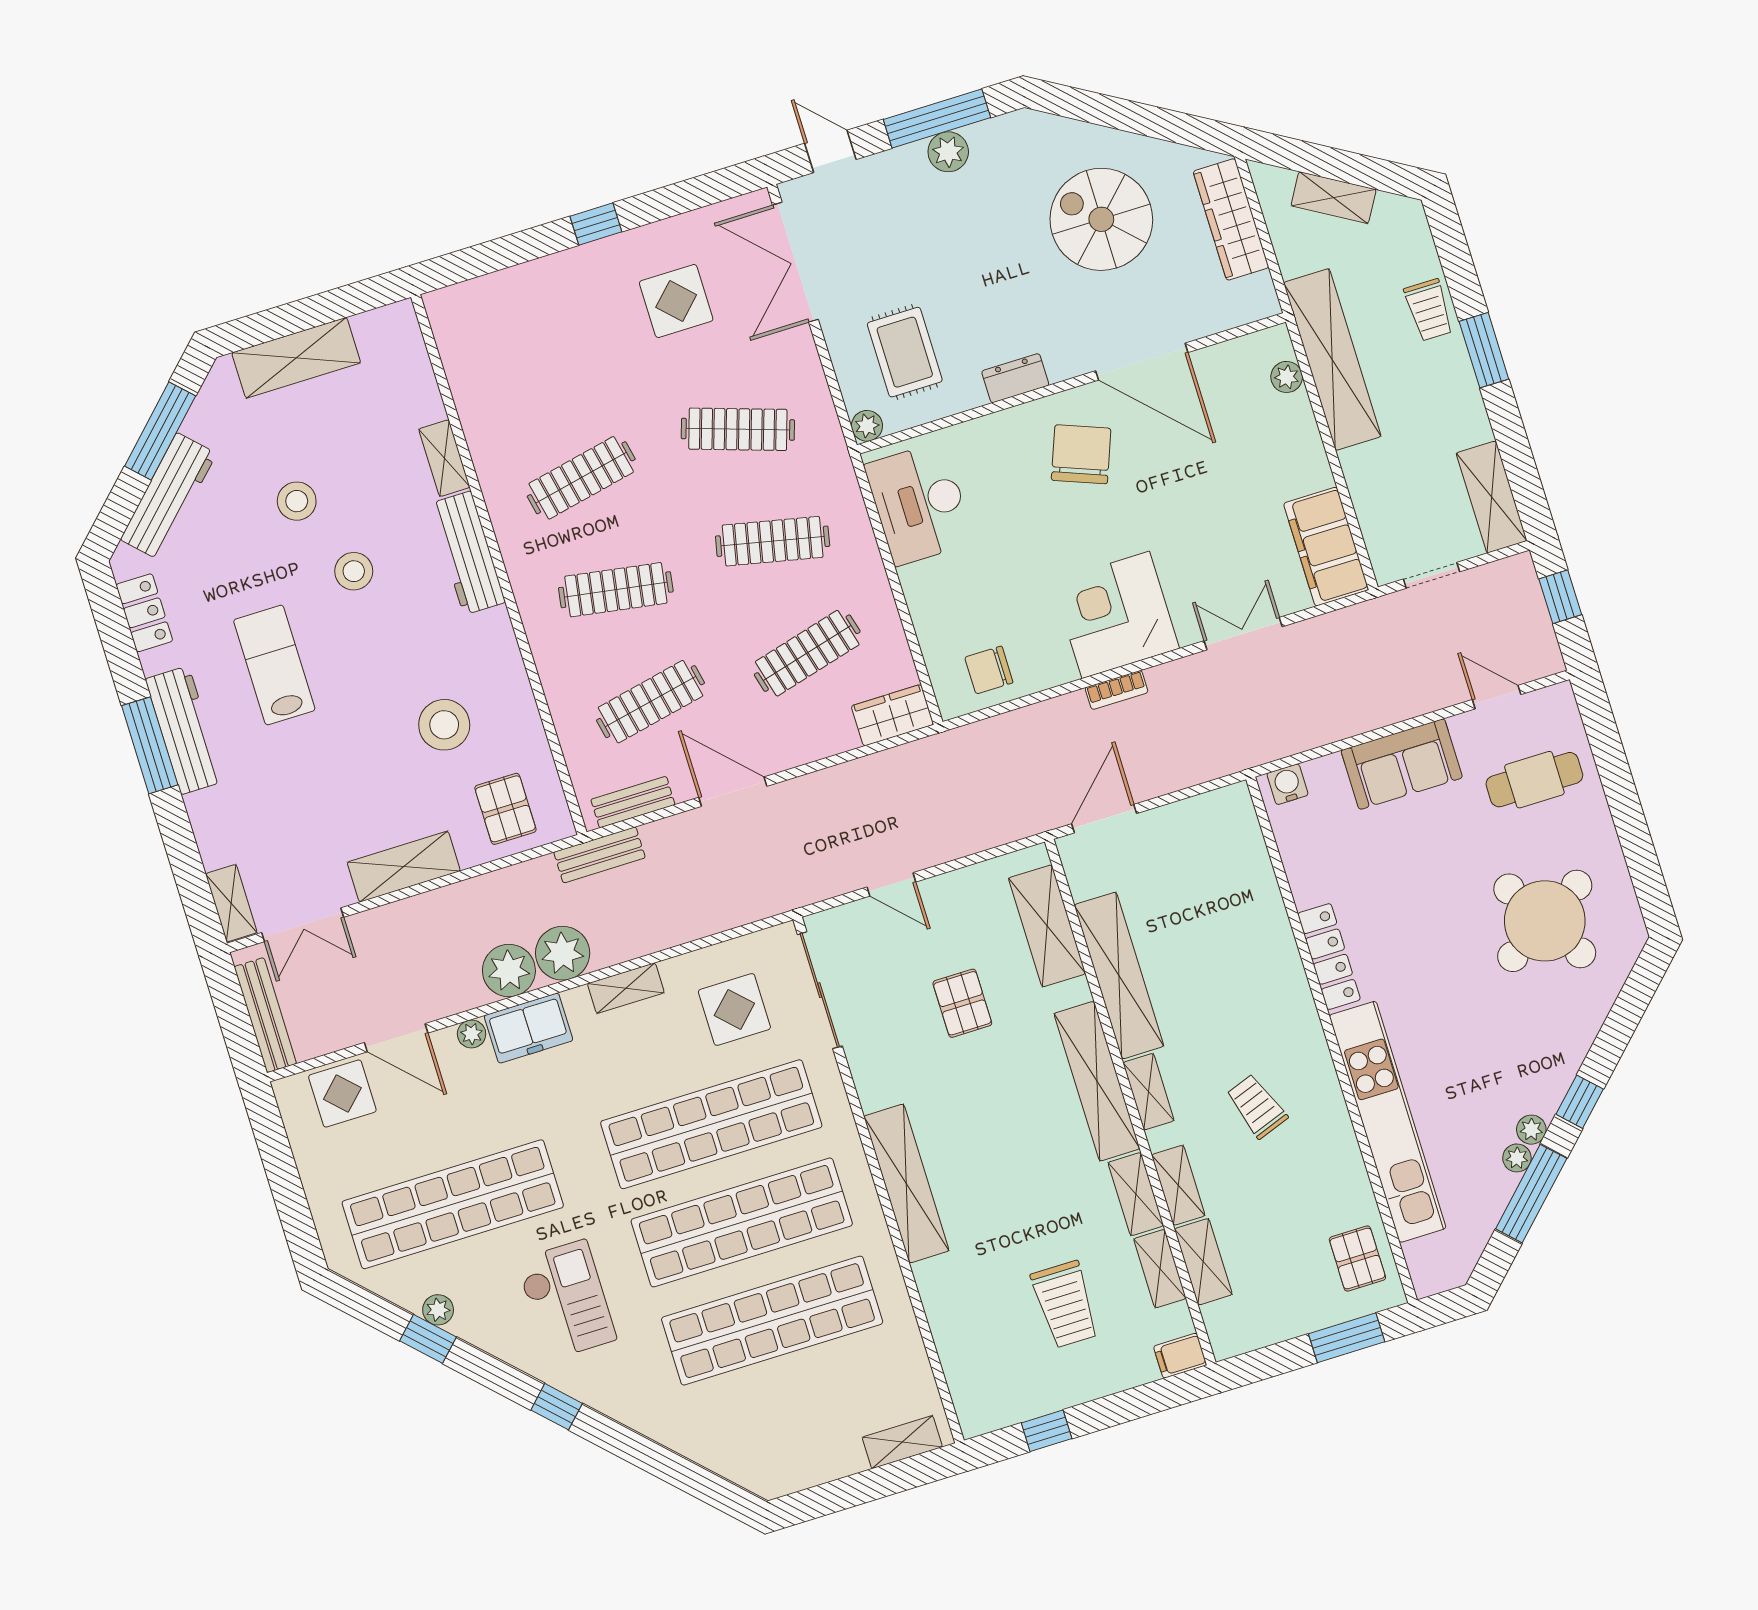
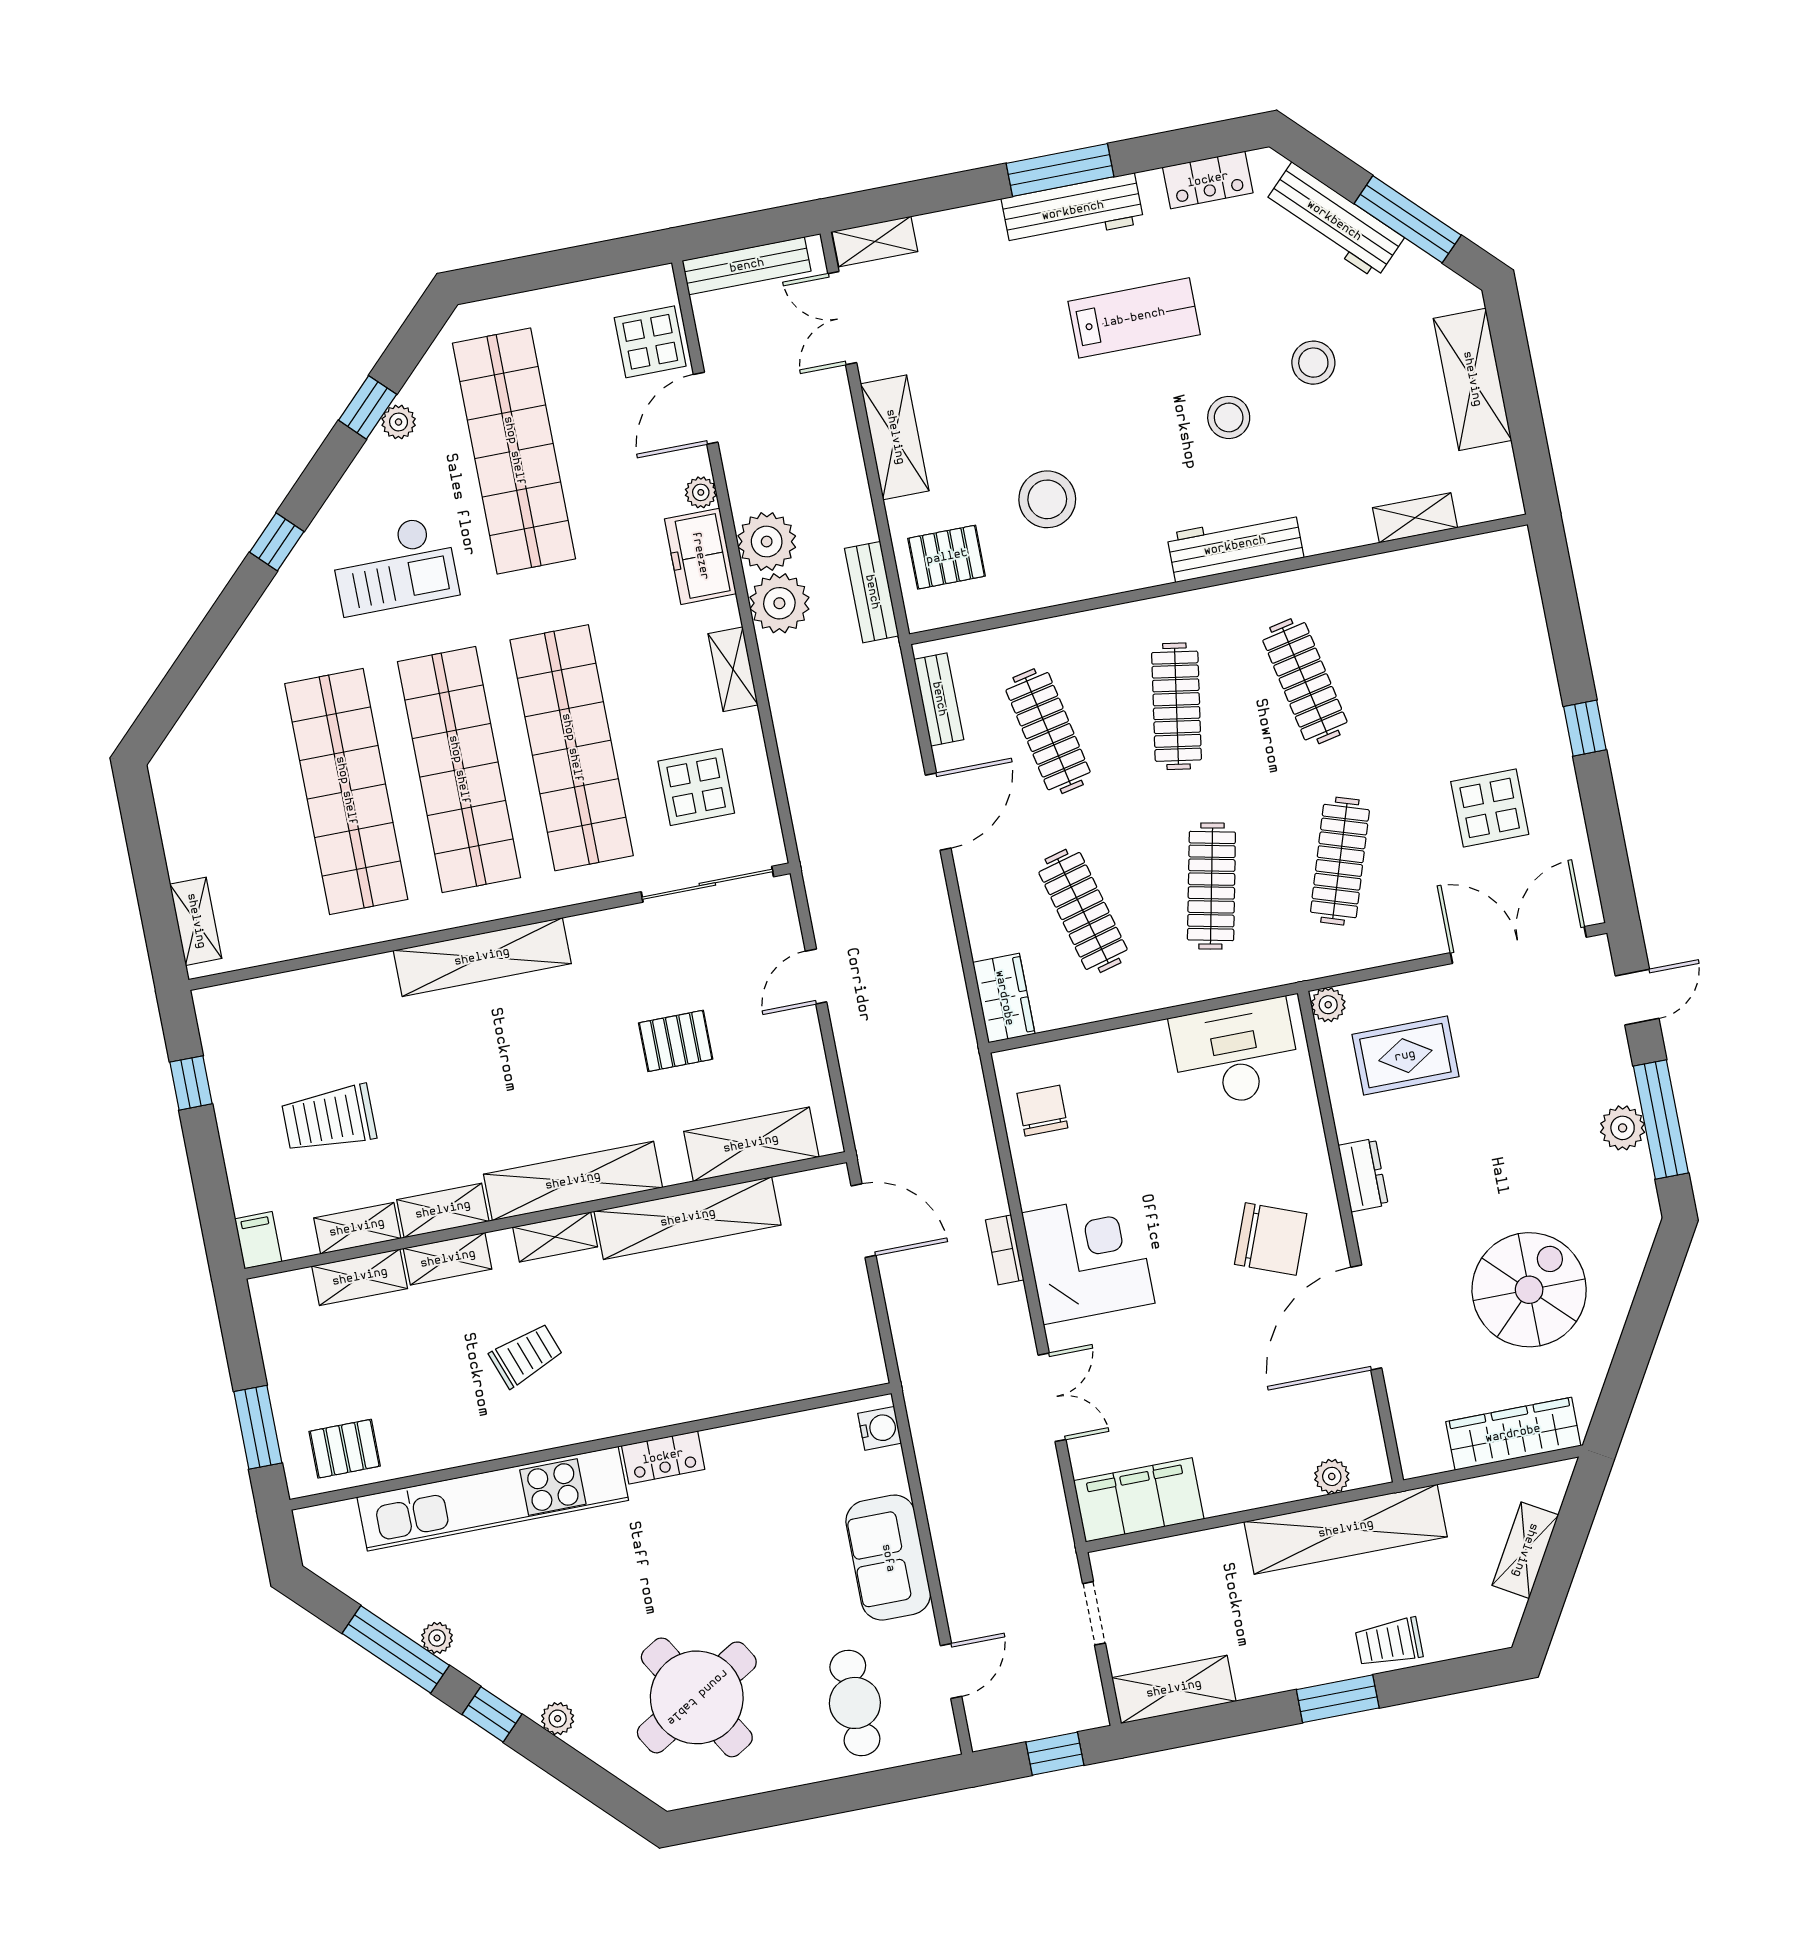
shelving: (444, 458) -> (1415, 518), moved
bench: (599, 855) -> (872, 592), moved
locker: (1329, 957) -> (663, 1457), width x0.66
plant: (1531, 1130) -> (558, 1719), moved

